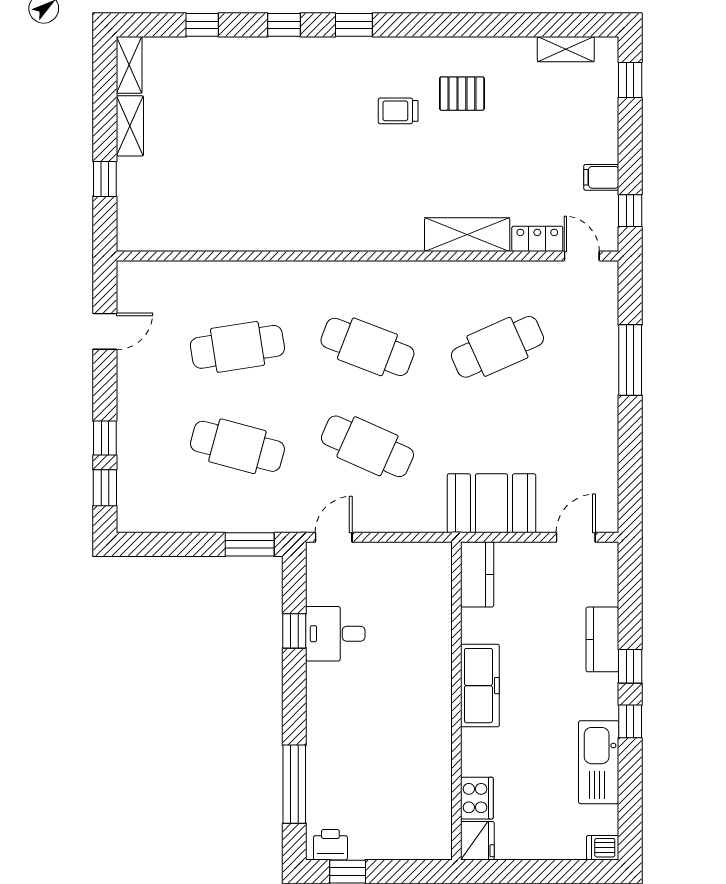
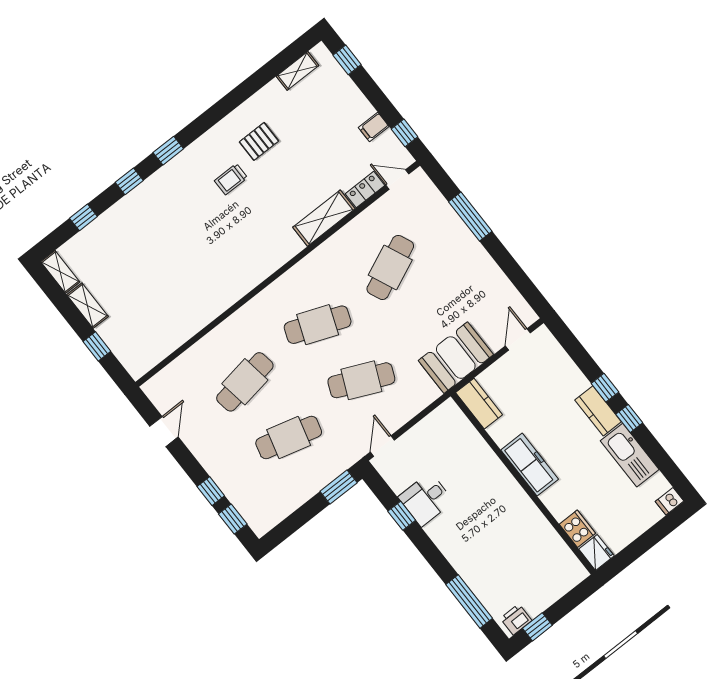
kitchen counter: (602, 639) -> (598, 411), moved

